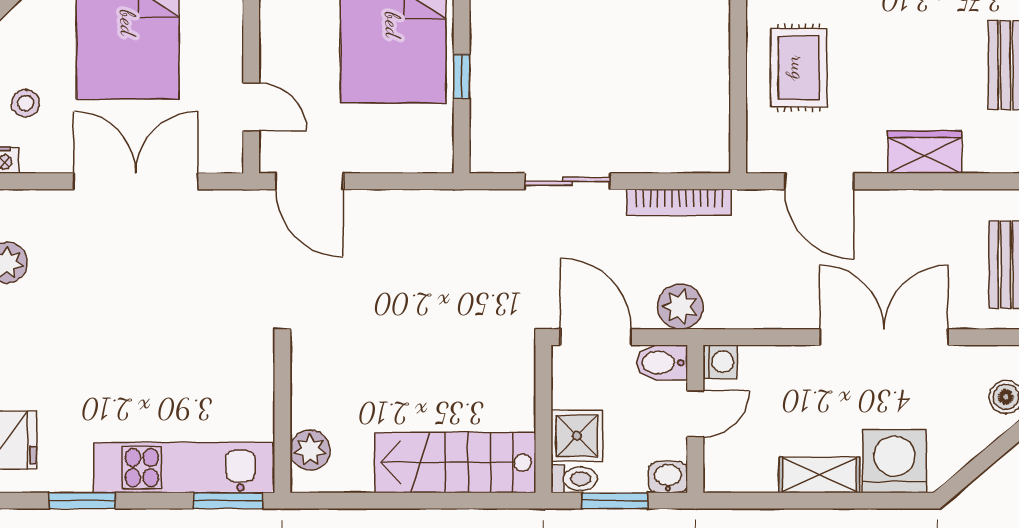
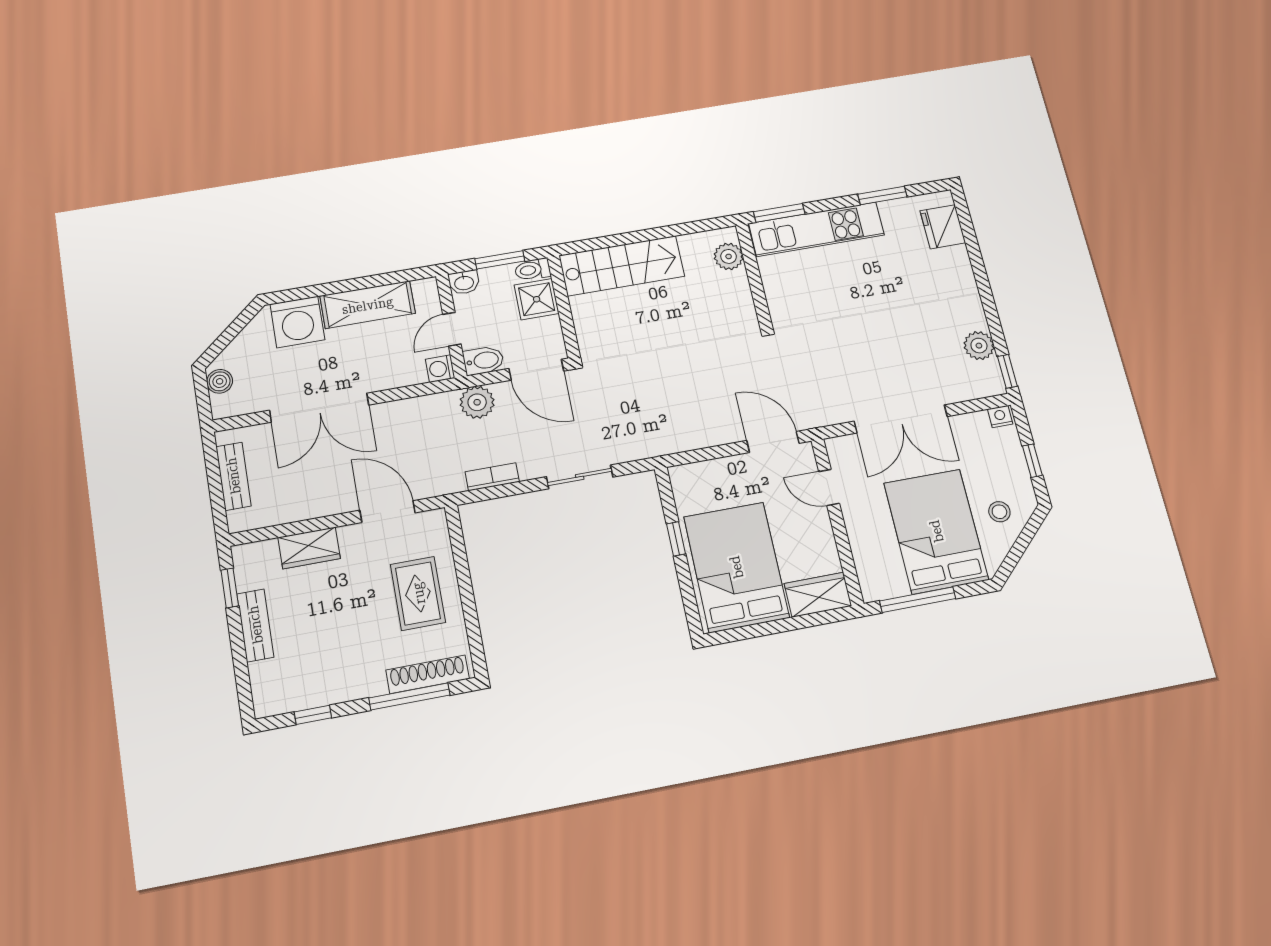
stool: (25, 103) -> (999, 512), moved
bookcase: (679, 202) -> (492, 477), width x0.64
shelving: (819, 475) -> (368, 305), width x1.50, depth x1.33

